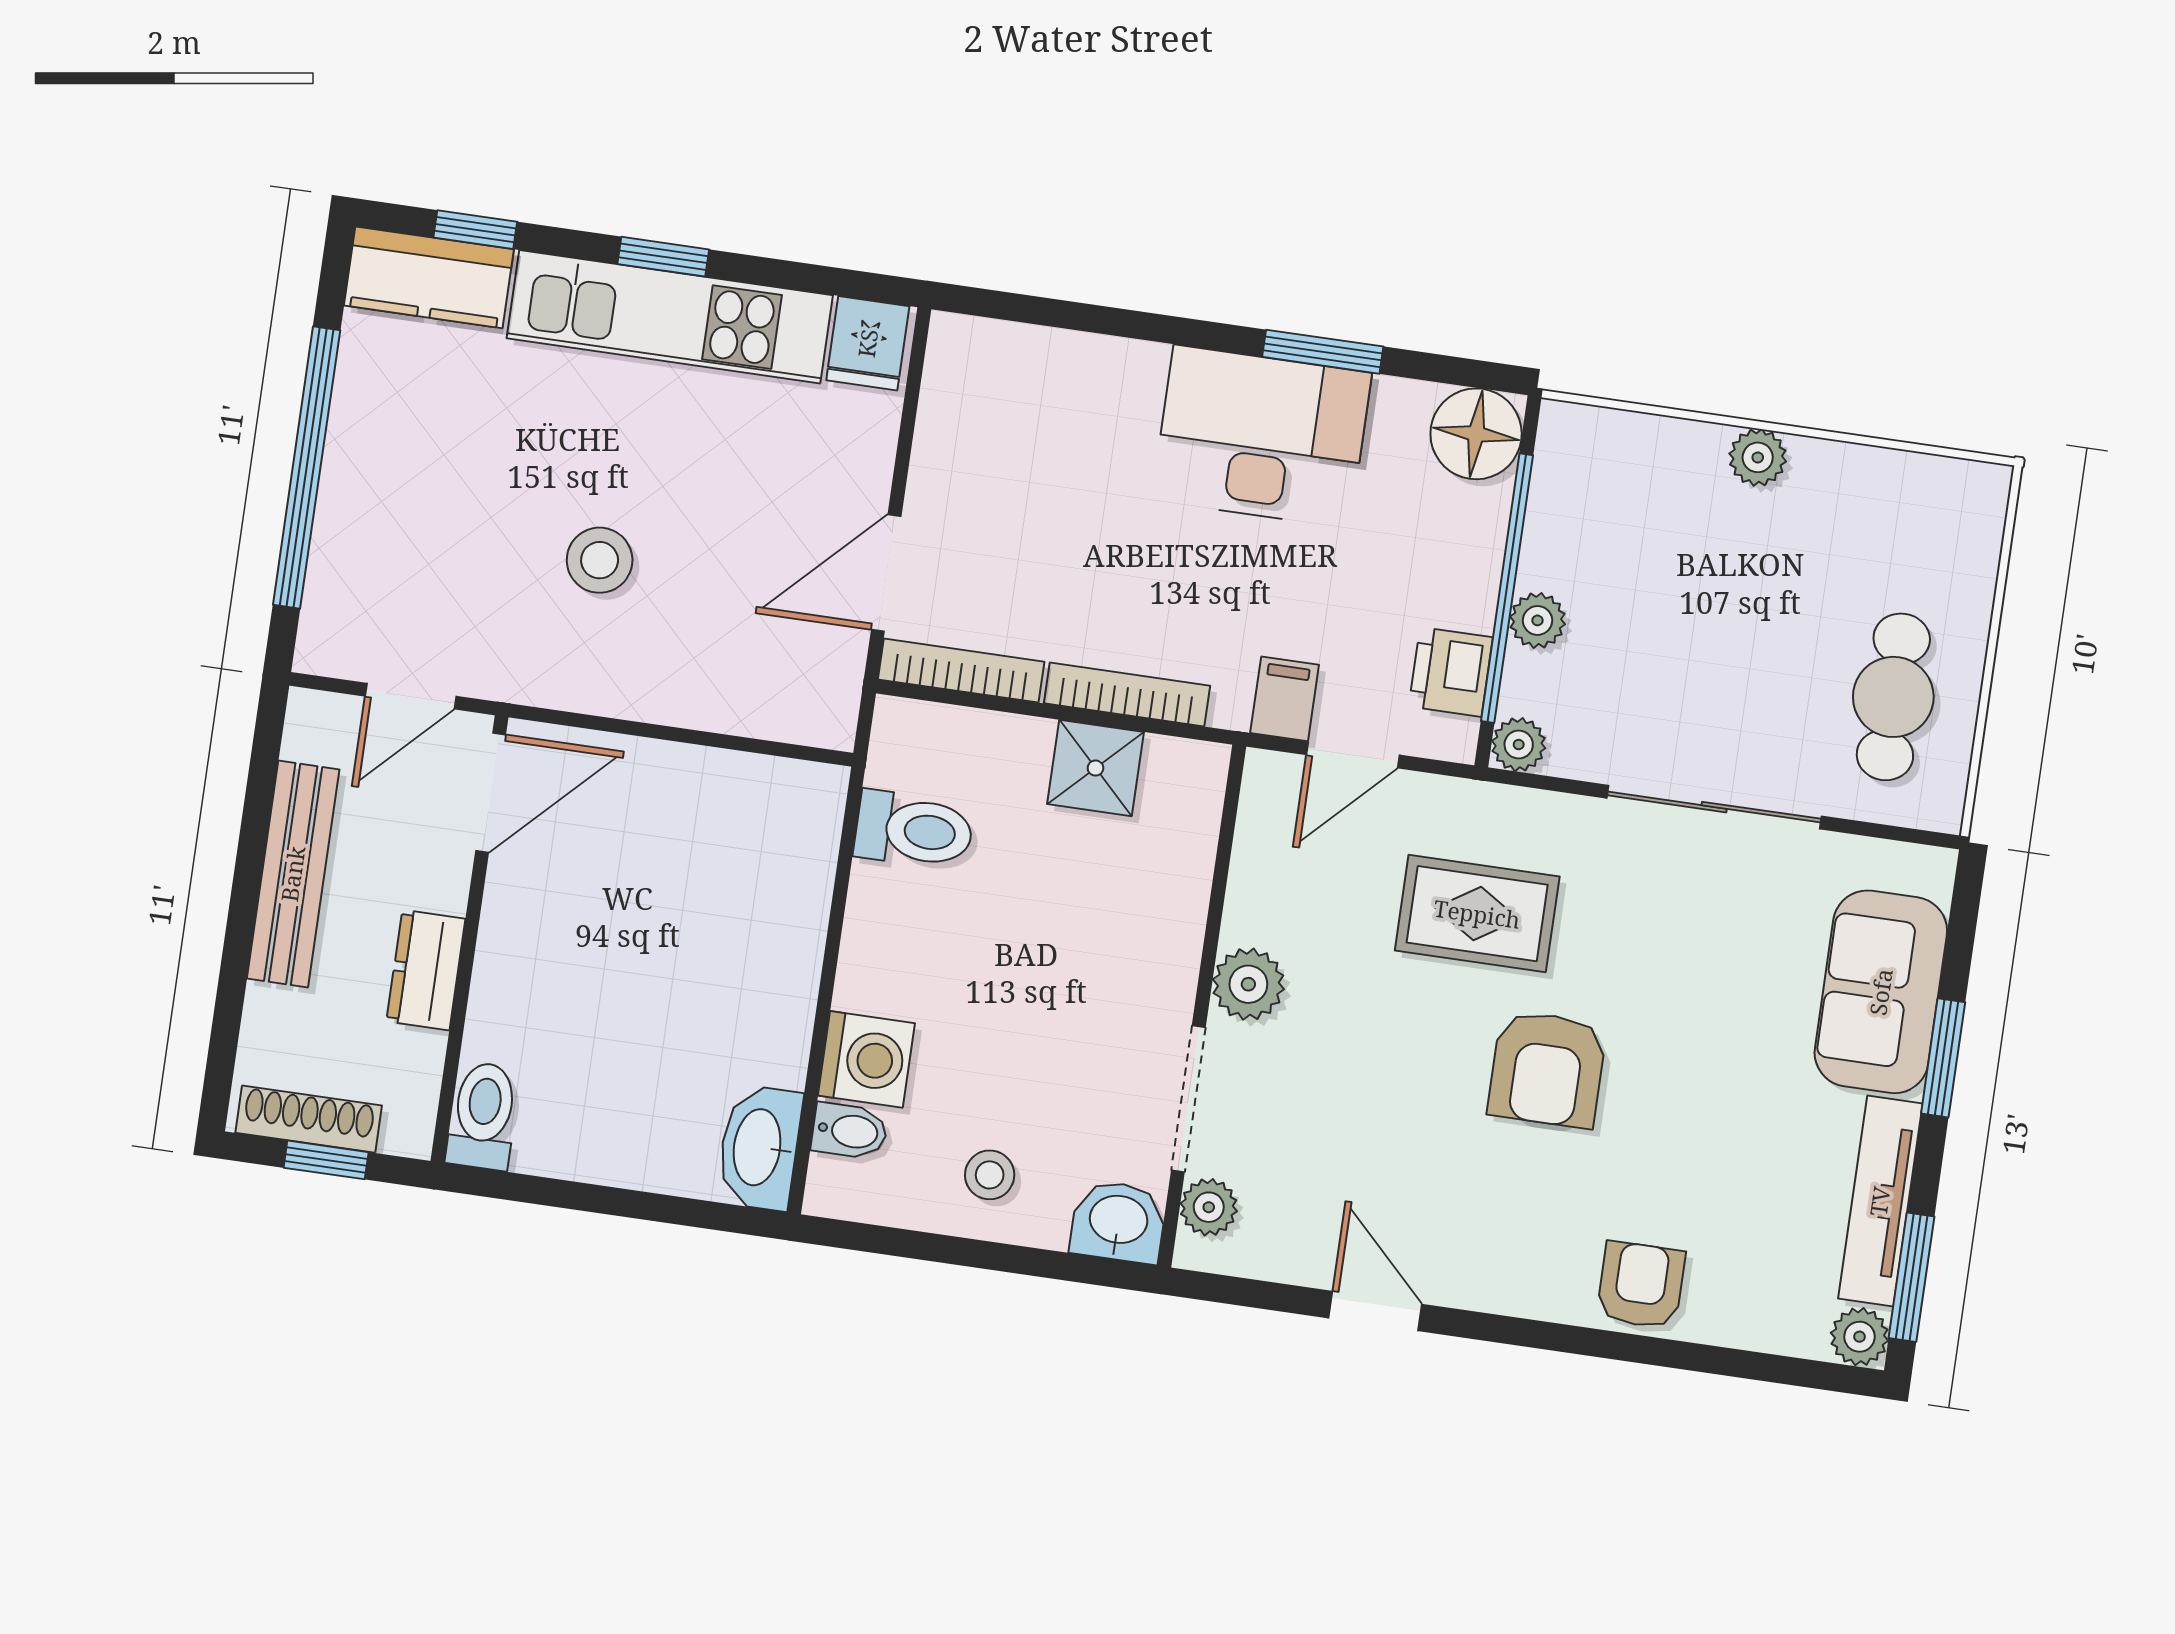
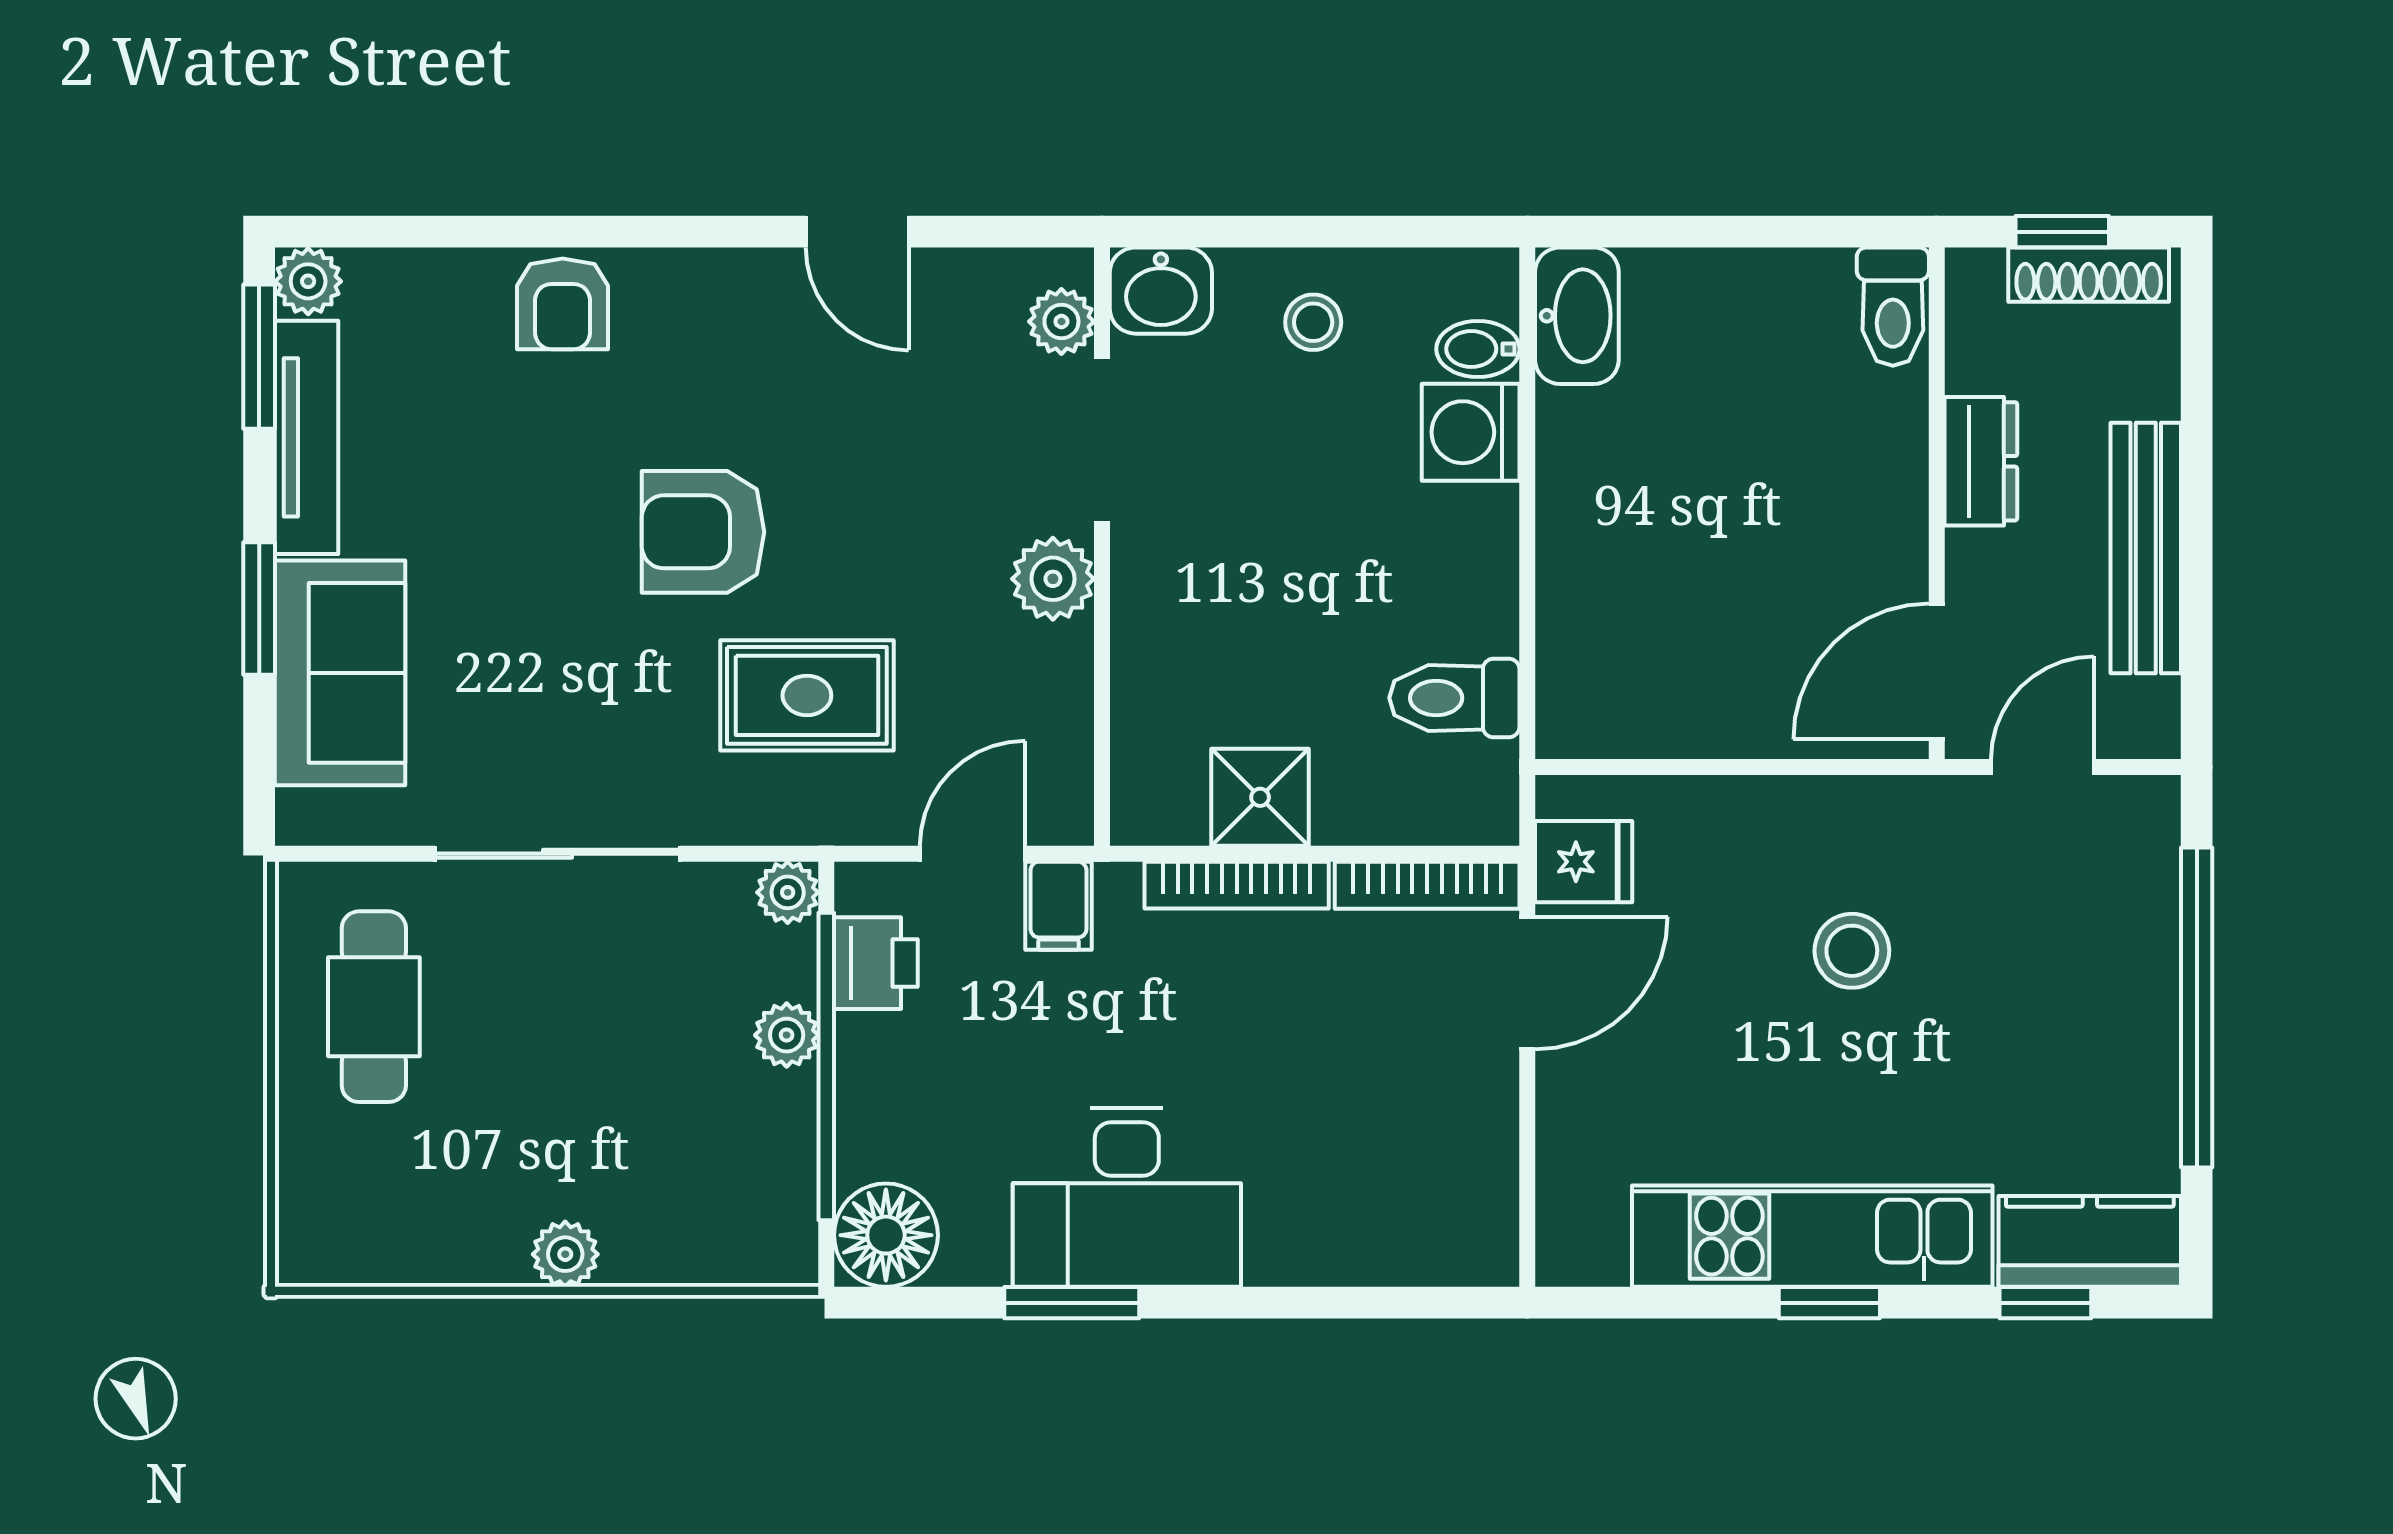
fridge: (868, 343) -> (1584, 862), moved, turned 90
armchair: (1547, 1069) -> (703, 532), turned -90

